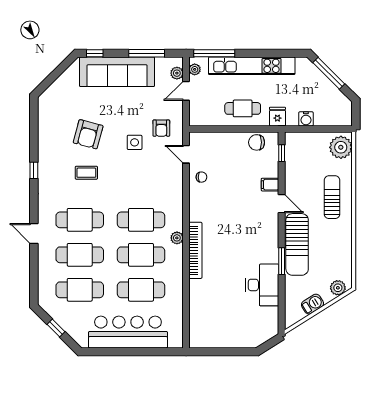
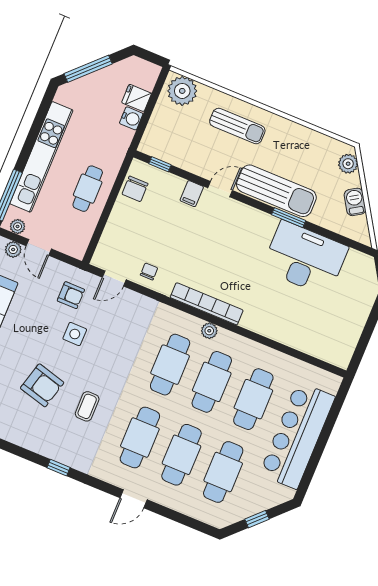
fridge: (277, 117) -> (137, 98), moved
sun lounger: (332, 197) -> (237, 126), turned 180
bookcase: (195, 250) -> (207, 304), moved
desk: (262, 285) -> (305, 258), width x1.36, depth x1.30

